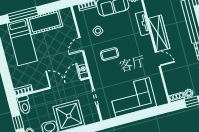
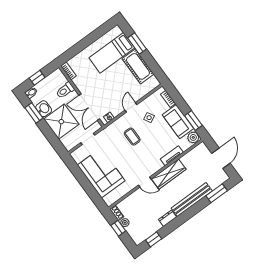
window: (23, 15) -> (137, 44), width x0.69
door: (81, 44) -> (131, 107), hinge flipped
door: (158, 59) -> (145, 182), hinge flipped
double door: (65, 84) -> (89, 107), swing flipped
toilet: (24, 105) -> (65, 90), moved

